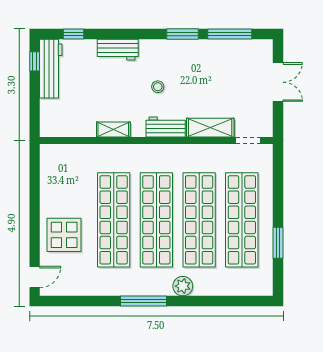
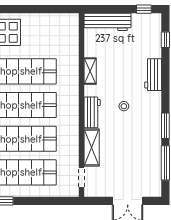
workbench: (51, 69) -> (108, 22), moved

